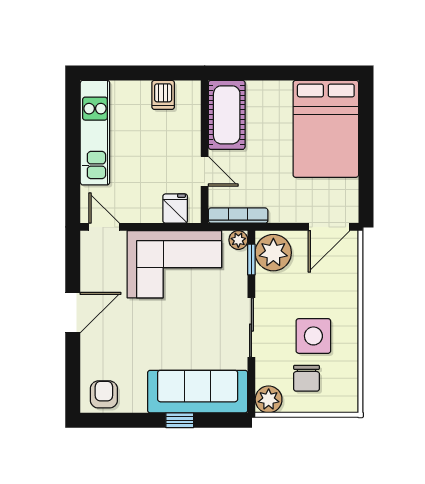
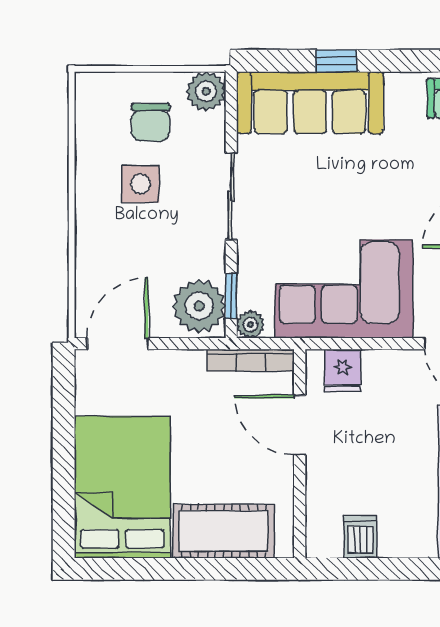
cot: (227, 115) -> (224, 531), moved, turned 90
door: (205, 171) -> (300, 425), width x1.38
side table: (313, 336) -> (140, 184), width x0.73, depth x0.73
chair: (306, 378) -> (151, 122), turned 180

